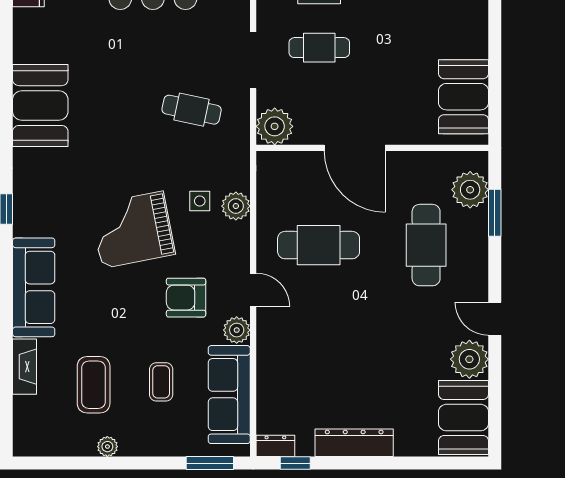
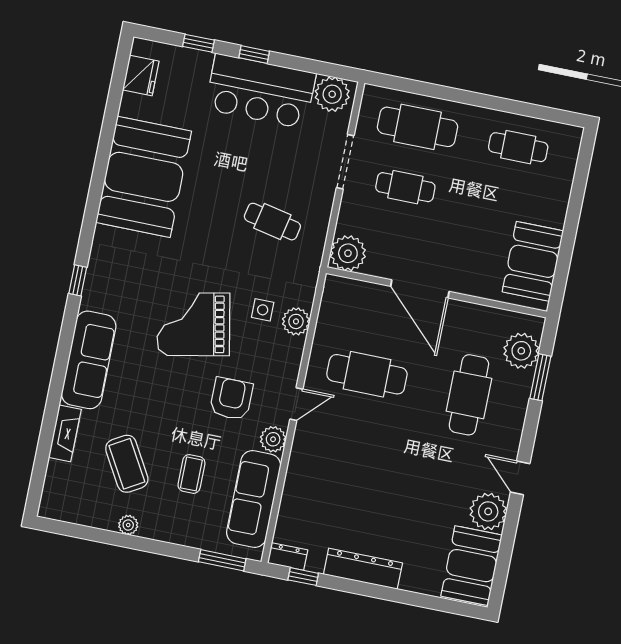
doorway: (253, 60) -> (345, 162), moved
booth: (40, 106) -> (144, 177), width x1.36, depth x1.42
door: (253, 290) -> (296, 404), hinge flipped
armchair: (186, 298) -> (231, 399), turned 90
coffee table: (94, 385) -> (127, 464), turned -30

